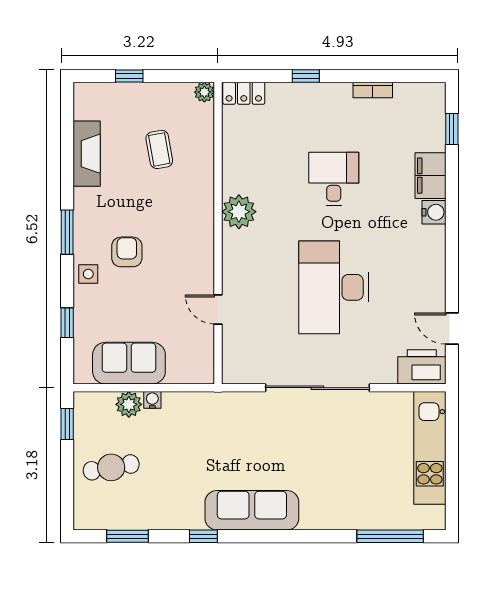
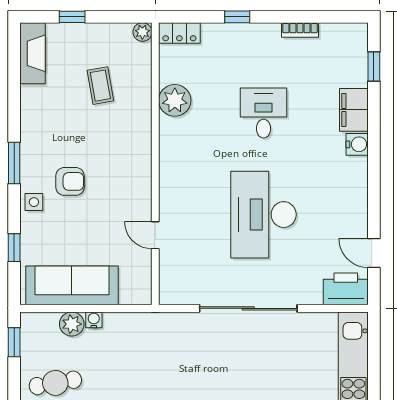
fireplace: (87, 154) -> (32, 53), moved
plant: (239, 212) -> (175, 100), moved
armchair: (127, 252) -> (70, 181), turned 90
sofa: (129, 363) -> (72, 285), width x1.36

